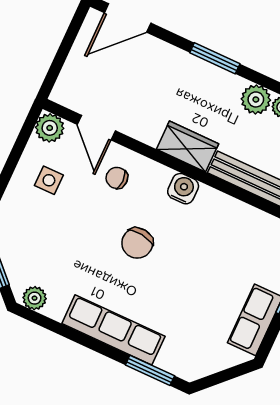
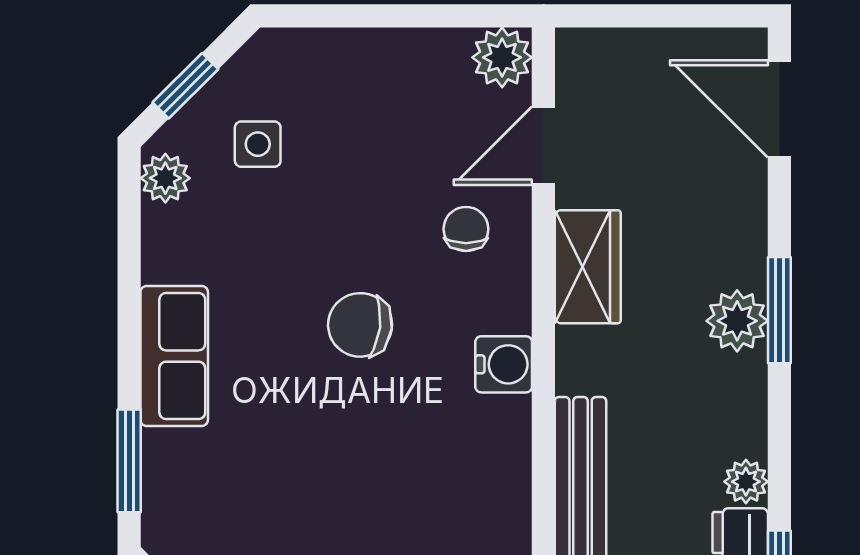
plant: (256, 99) -> (737, 321), moved
wardrobe: (187, 146) -> (588, 267), moved
side table: (49, 180) -> (258, 144), moved
row of seats: (113, 330) -> (174, 356), width x0.68

